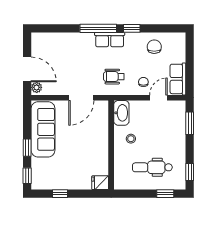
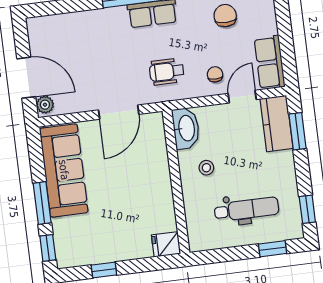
kitchen counter: (177, 117) -> (276, 124), added
window: (27, 148) -> (42, 203), width x1.50
dental chair: (152, 167) -> (247, 209), turned 180

